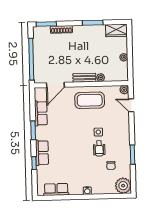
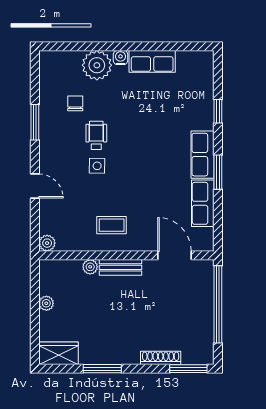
door: (55, 85) -> (174, 255), hinge flipped
coffee table: (90, 100) -> (112, 225), width x0.54, depth x0.58
door: (131, 105) -> (35, 186), moved
row of seats: (42, 153) -> (203, 155), moved
plant: (123, 186) -> (97, 65), moved
row of seats: (56, 189) -> (152, 61), moved

